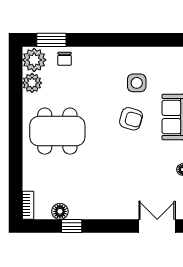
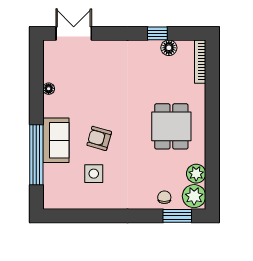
dining table: (57, 131) -> (171, 126), width x0.73
bookcase: (28, 205) -> (200, 62), width x1.56
double door: (157, 226) -> (74, 33), swing flipped

